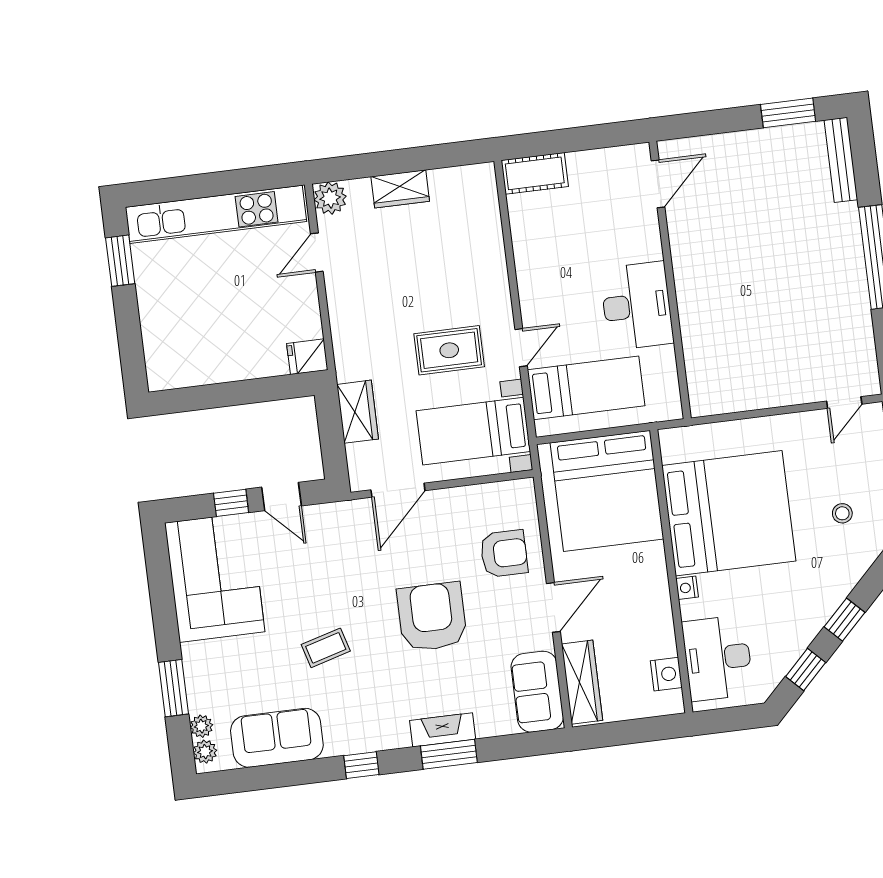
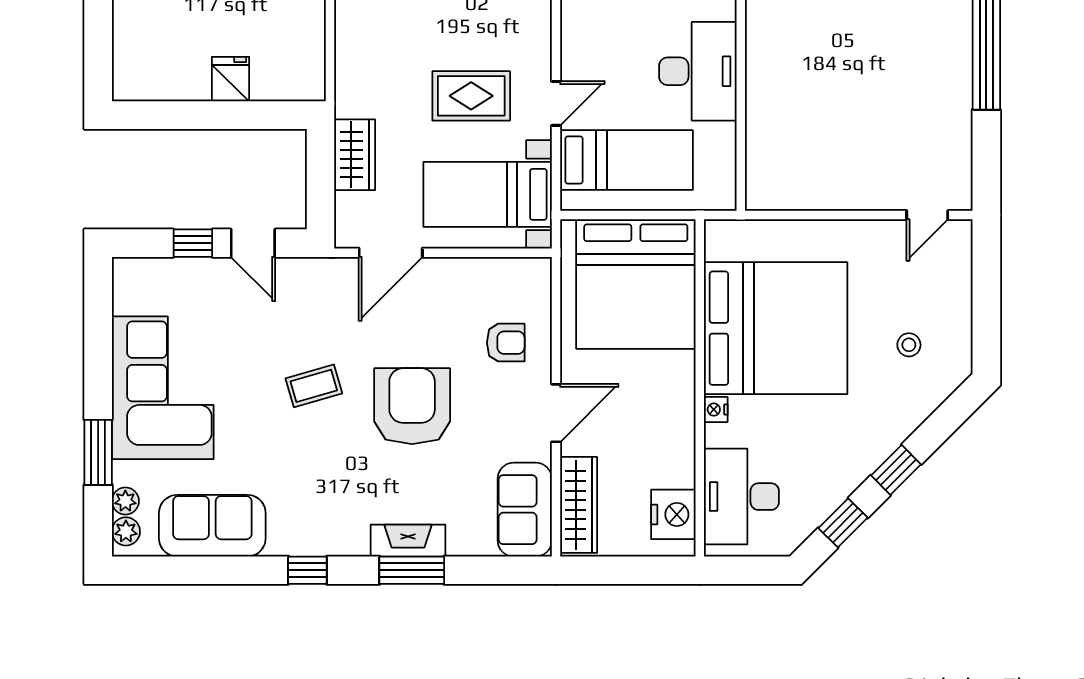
fridge: (307, 357) -> (230, 79), moved, turned 90
armchair: (504, 554) -> (506, 343), width x0.72, depth x0.72
corner sofa: (215, 577) -> (163, 388), moved
coffee table: (326, 648) -> (314, 386), moved
nightstand: (666, 674) -> (673, 514), width x1.36, depth x1.33

